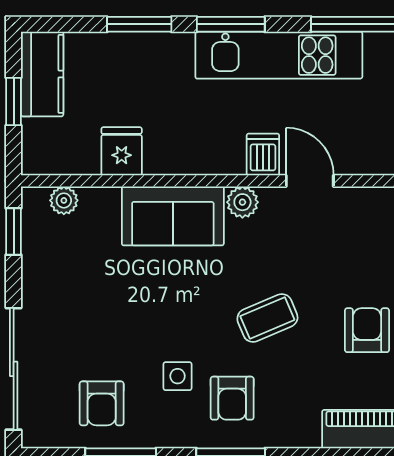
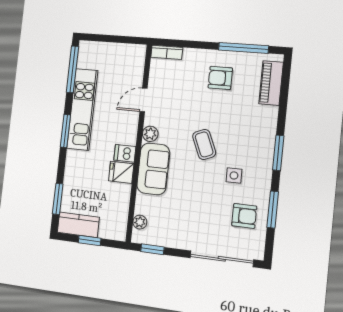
window: (139, 24) -> (58, 199), moved
fridge: (122, 151) -> (121, 172), moved
dishwasher: (263, 154) -> (125, 153), moved
coffee table: (267, 318) -> (204, 144), moved
armchair: (232, 398) -> (248, 149), removed

